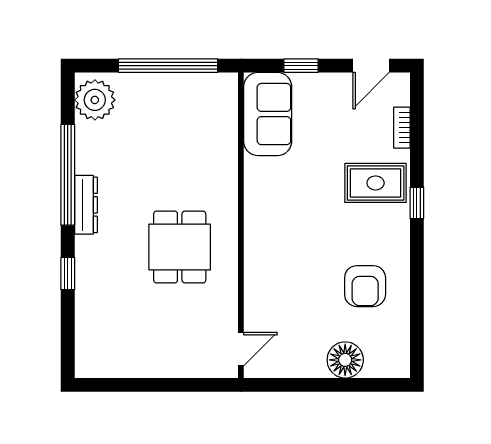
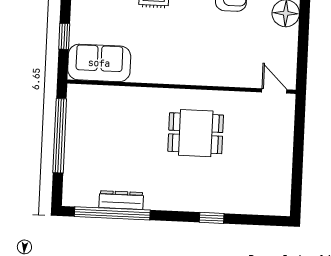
plant: (95, 100) -> (83, 192), removed
window: (68, 175) -> (112, 213), moved
dresser: (86, 205) -> (121, 200), moved

